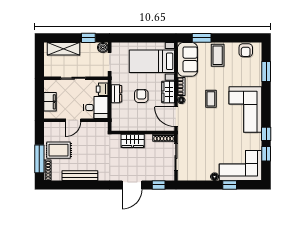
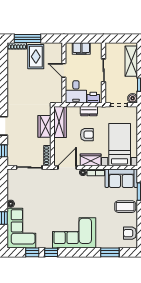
coffee table: (211, 99) -> (84, 200), removed
wardrobe: (128, 124) -> (60, 122), added
bench: (80, 176) -> (12, 77), removed

